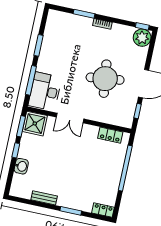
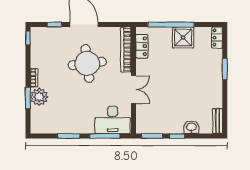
plant: (142, 38) -> (39, 97), moved
window: (138, 111) -> (54, 25), moved
bookcase: (110, 119) -> (126, 50), added
shower: (35, 124) -> (183, 38), moved
bench: (44, 198) -> (218, 121), moved

